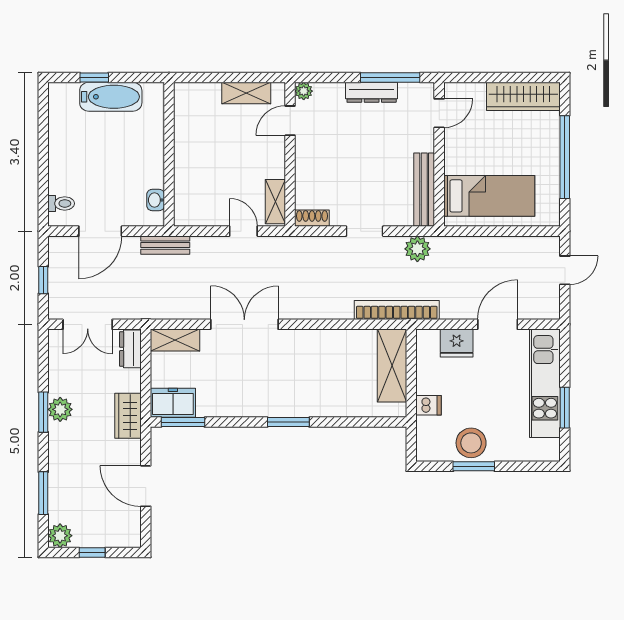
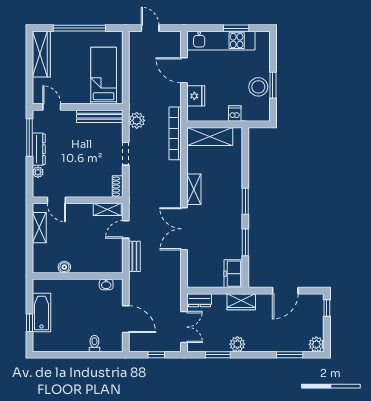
plant: (304, 91) -> (38, 172), moved
boiler: (183, 133) -> (64, 267), added
toilet: (61, 203) -> (94, 344), moved
bench: (165, 245) -> (134, 256), moved
shelving: (175, 340) -> (194, 189), moved
window: (43, 412) -> (218, 355), moved
window: (183, 422) -> (245, 242), moved
window: (92, 552) -> (327, 308), moved

